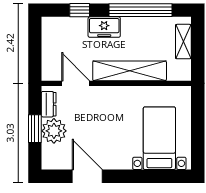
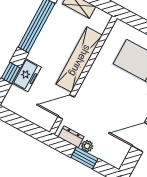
freezer: (104, 27) -> (27, 75), moved
plant: (54, 131) -> (87, 146), width x0.53, depth x0.53

